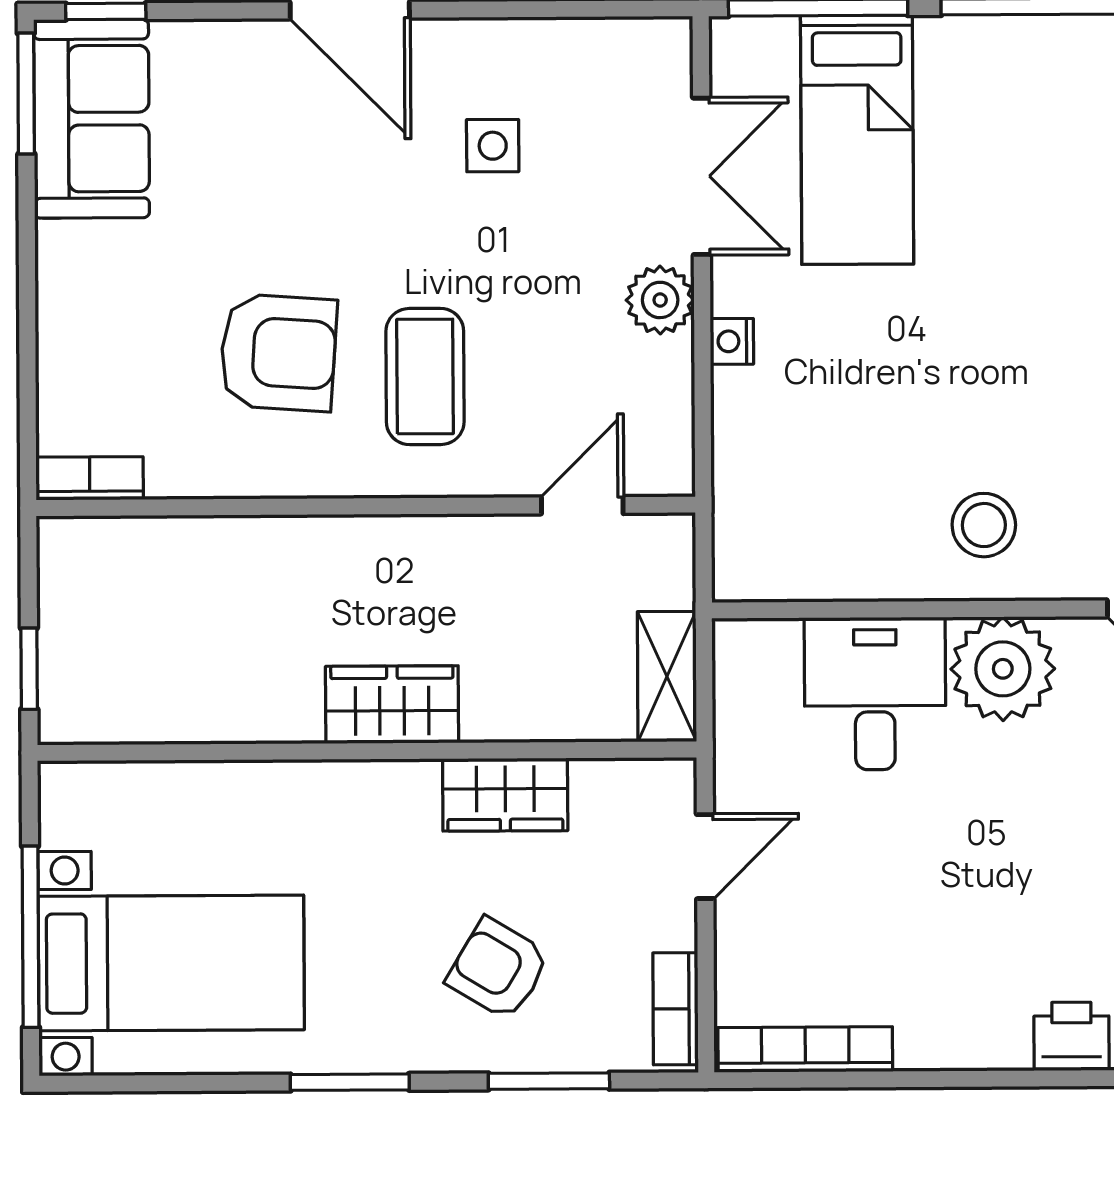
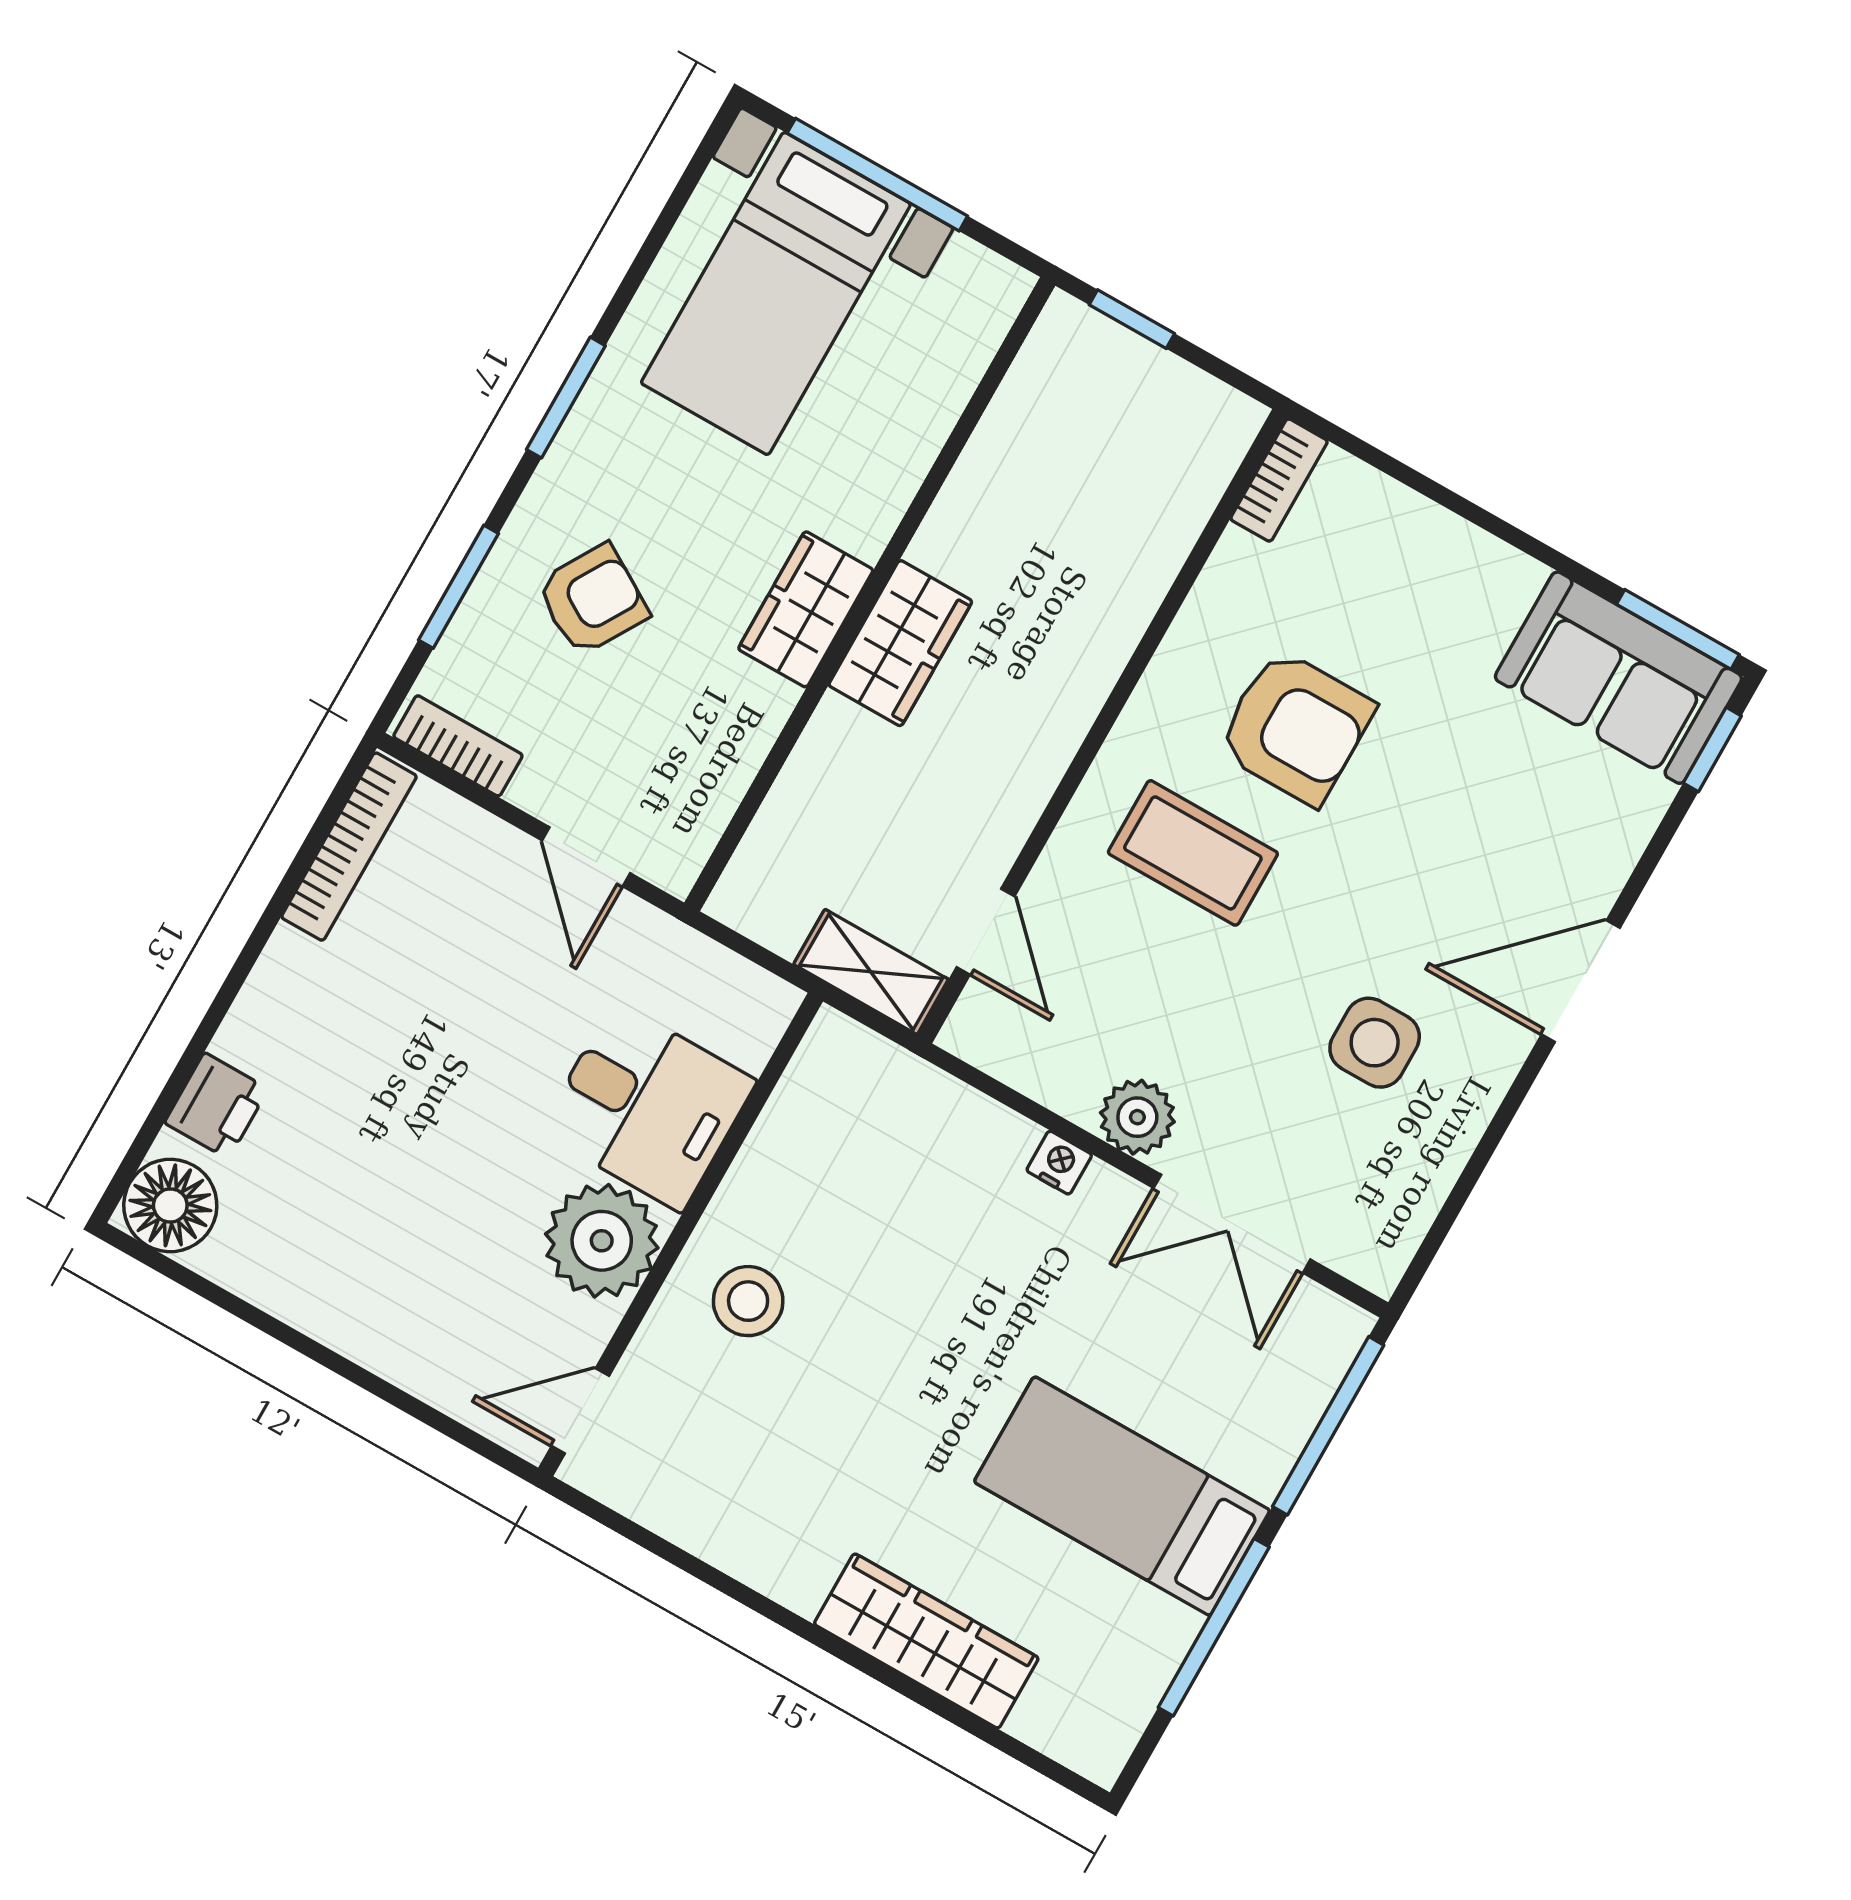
bed: (857, 140) -> (1122, 1496), moved
side table: (493, 146) -> (1375, 1043), width x1.37, depth x1.37
armchair: (278, 353) -> (1295, 727), turned -94
shelving: (667, 677) -> (871, 972), moved
wardrobe: (505, 795) -> (806, 609), moved

